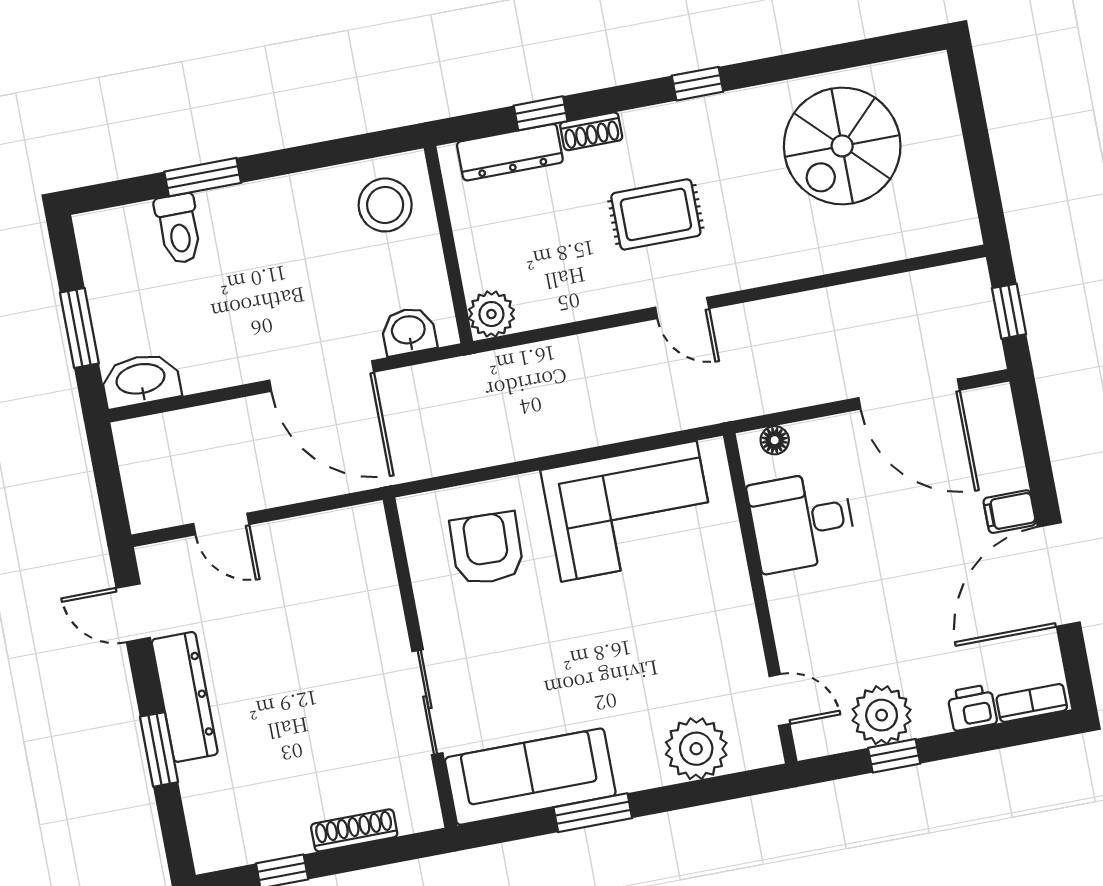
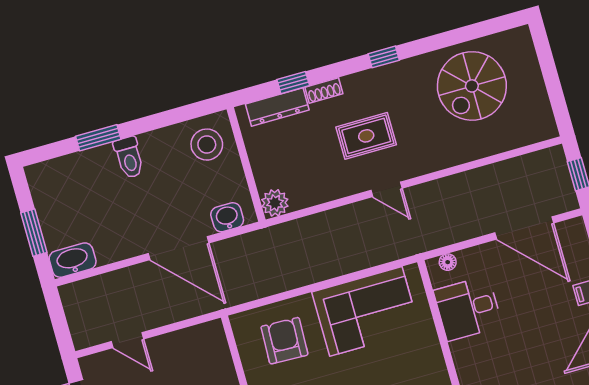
toilet: (179, 229) -> (129, 157), moved

